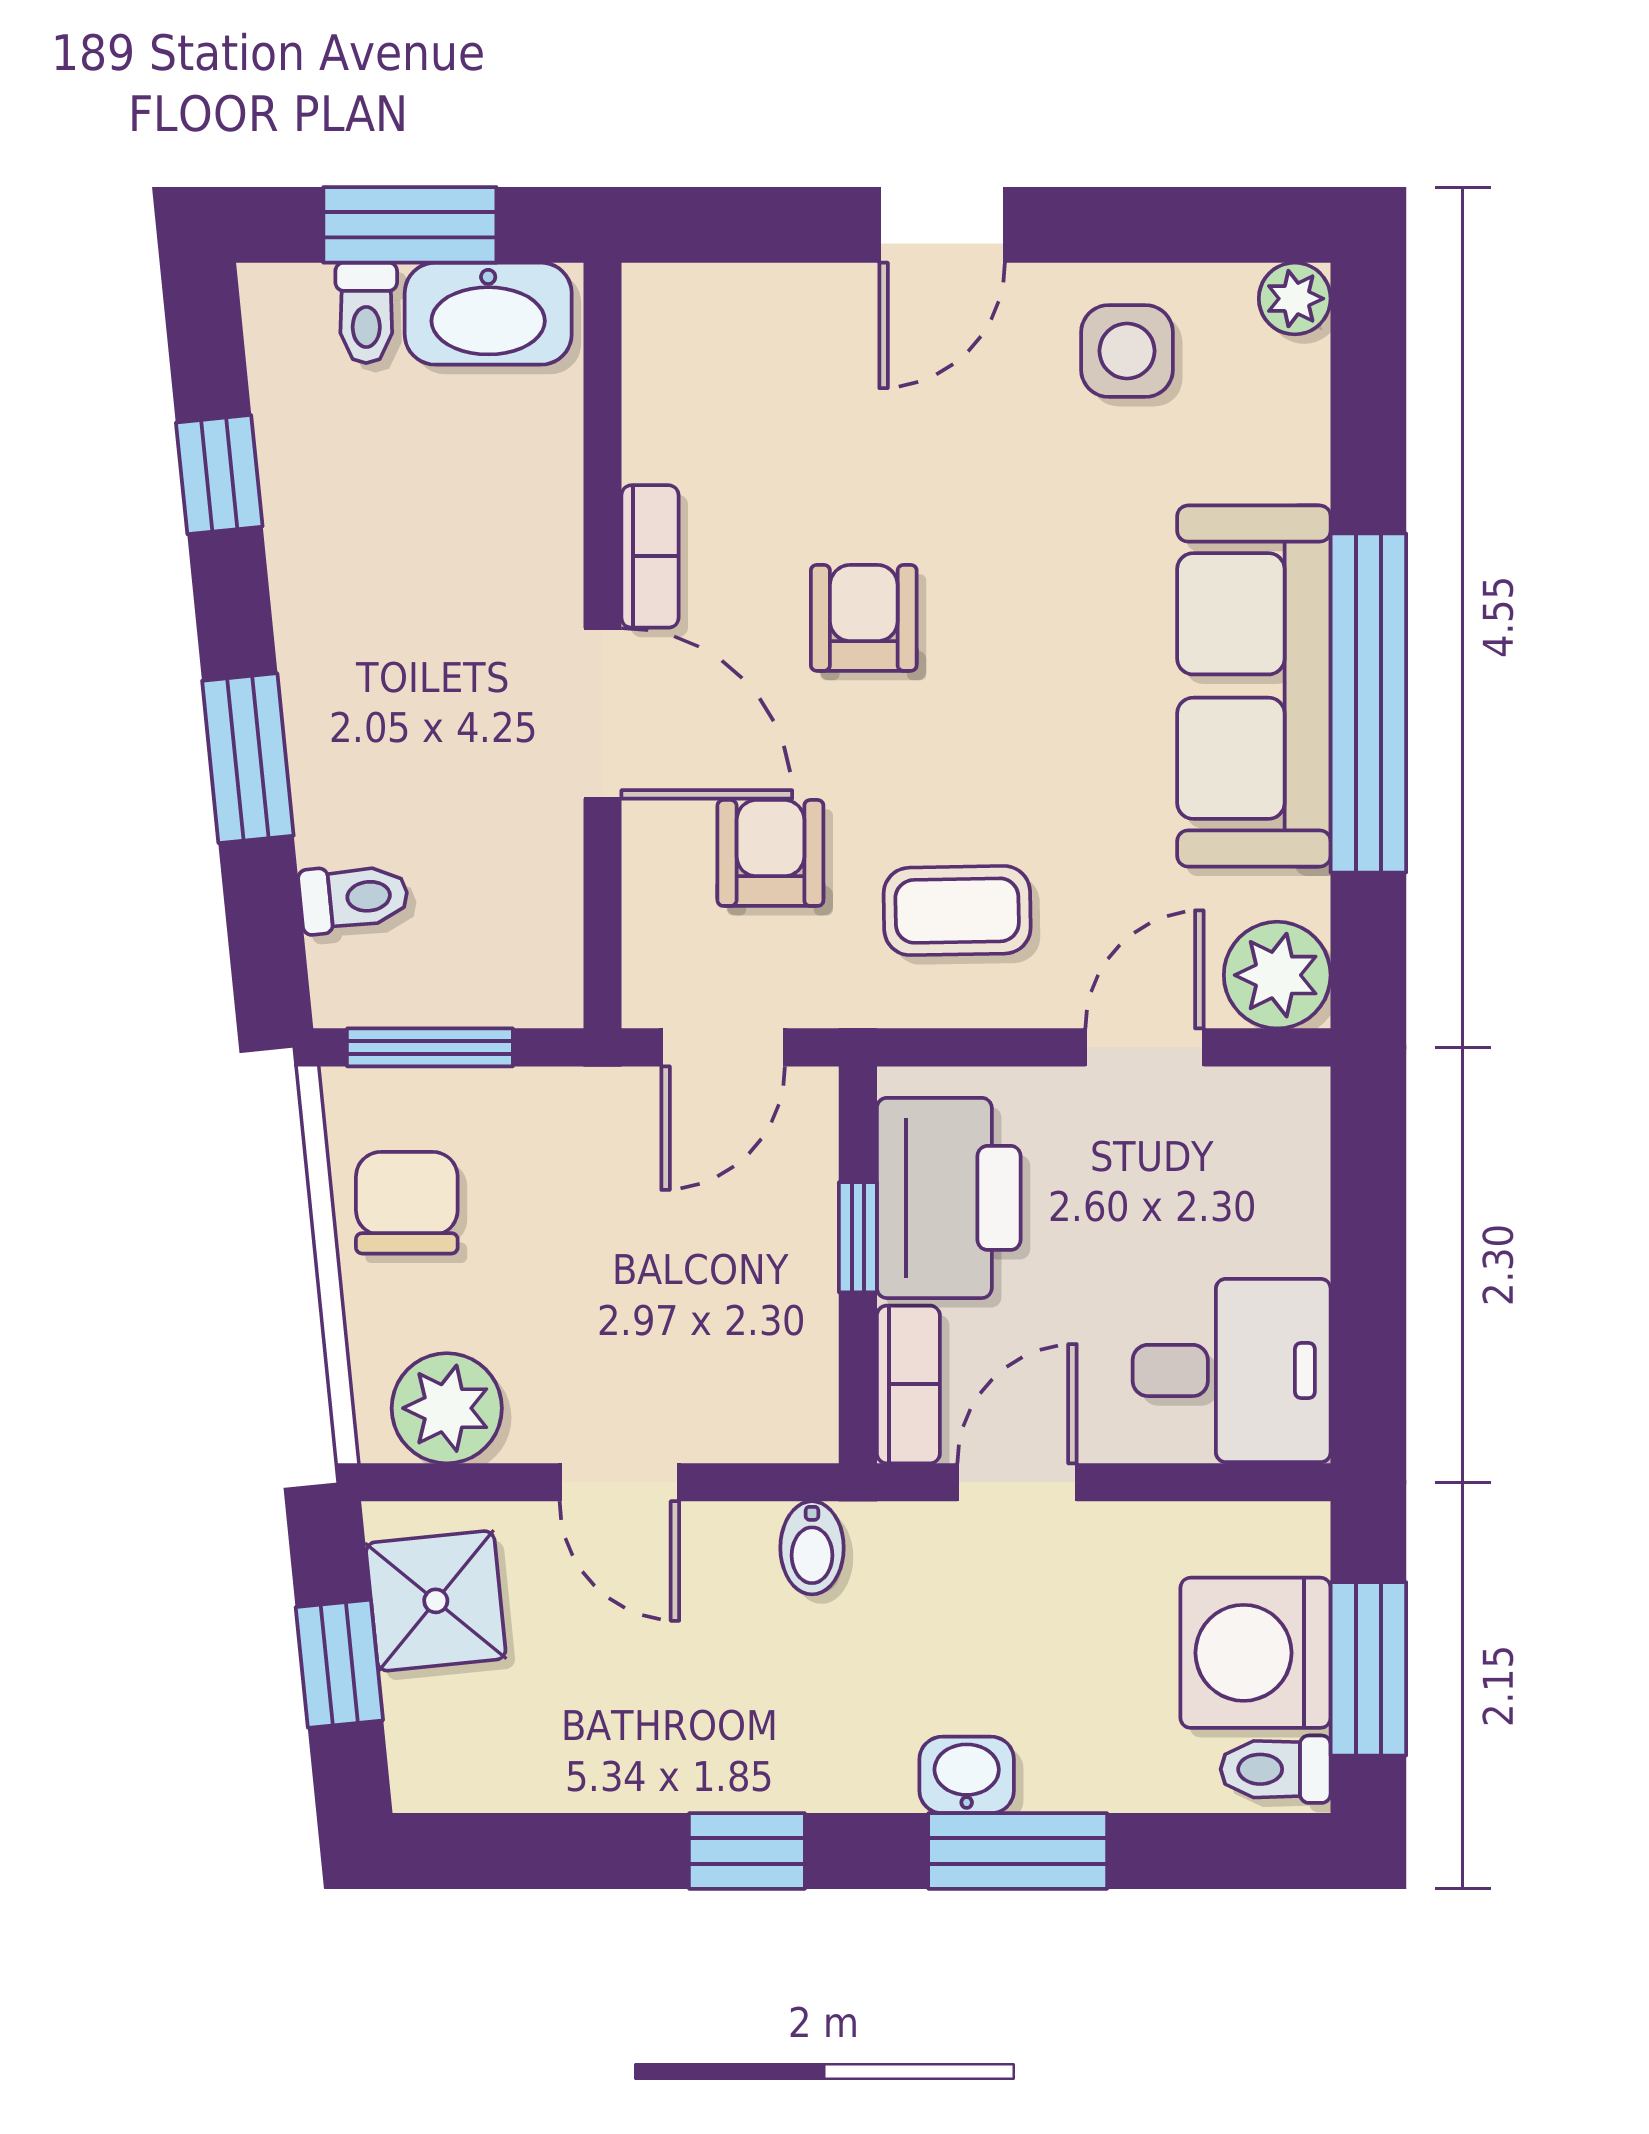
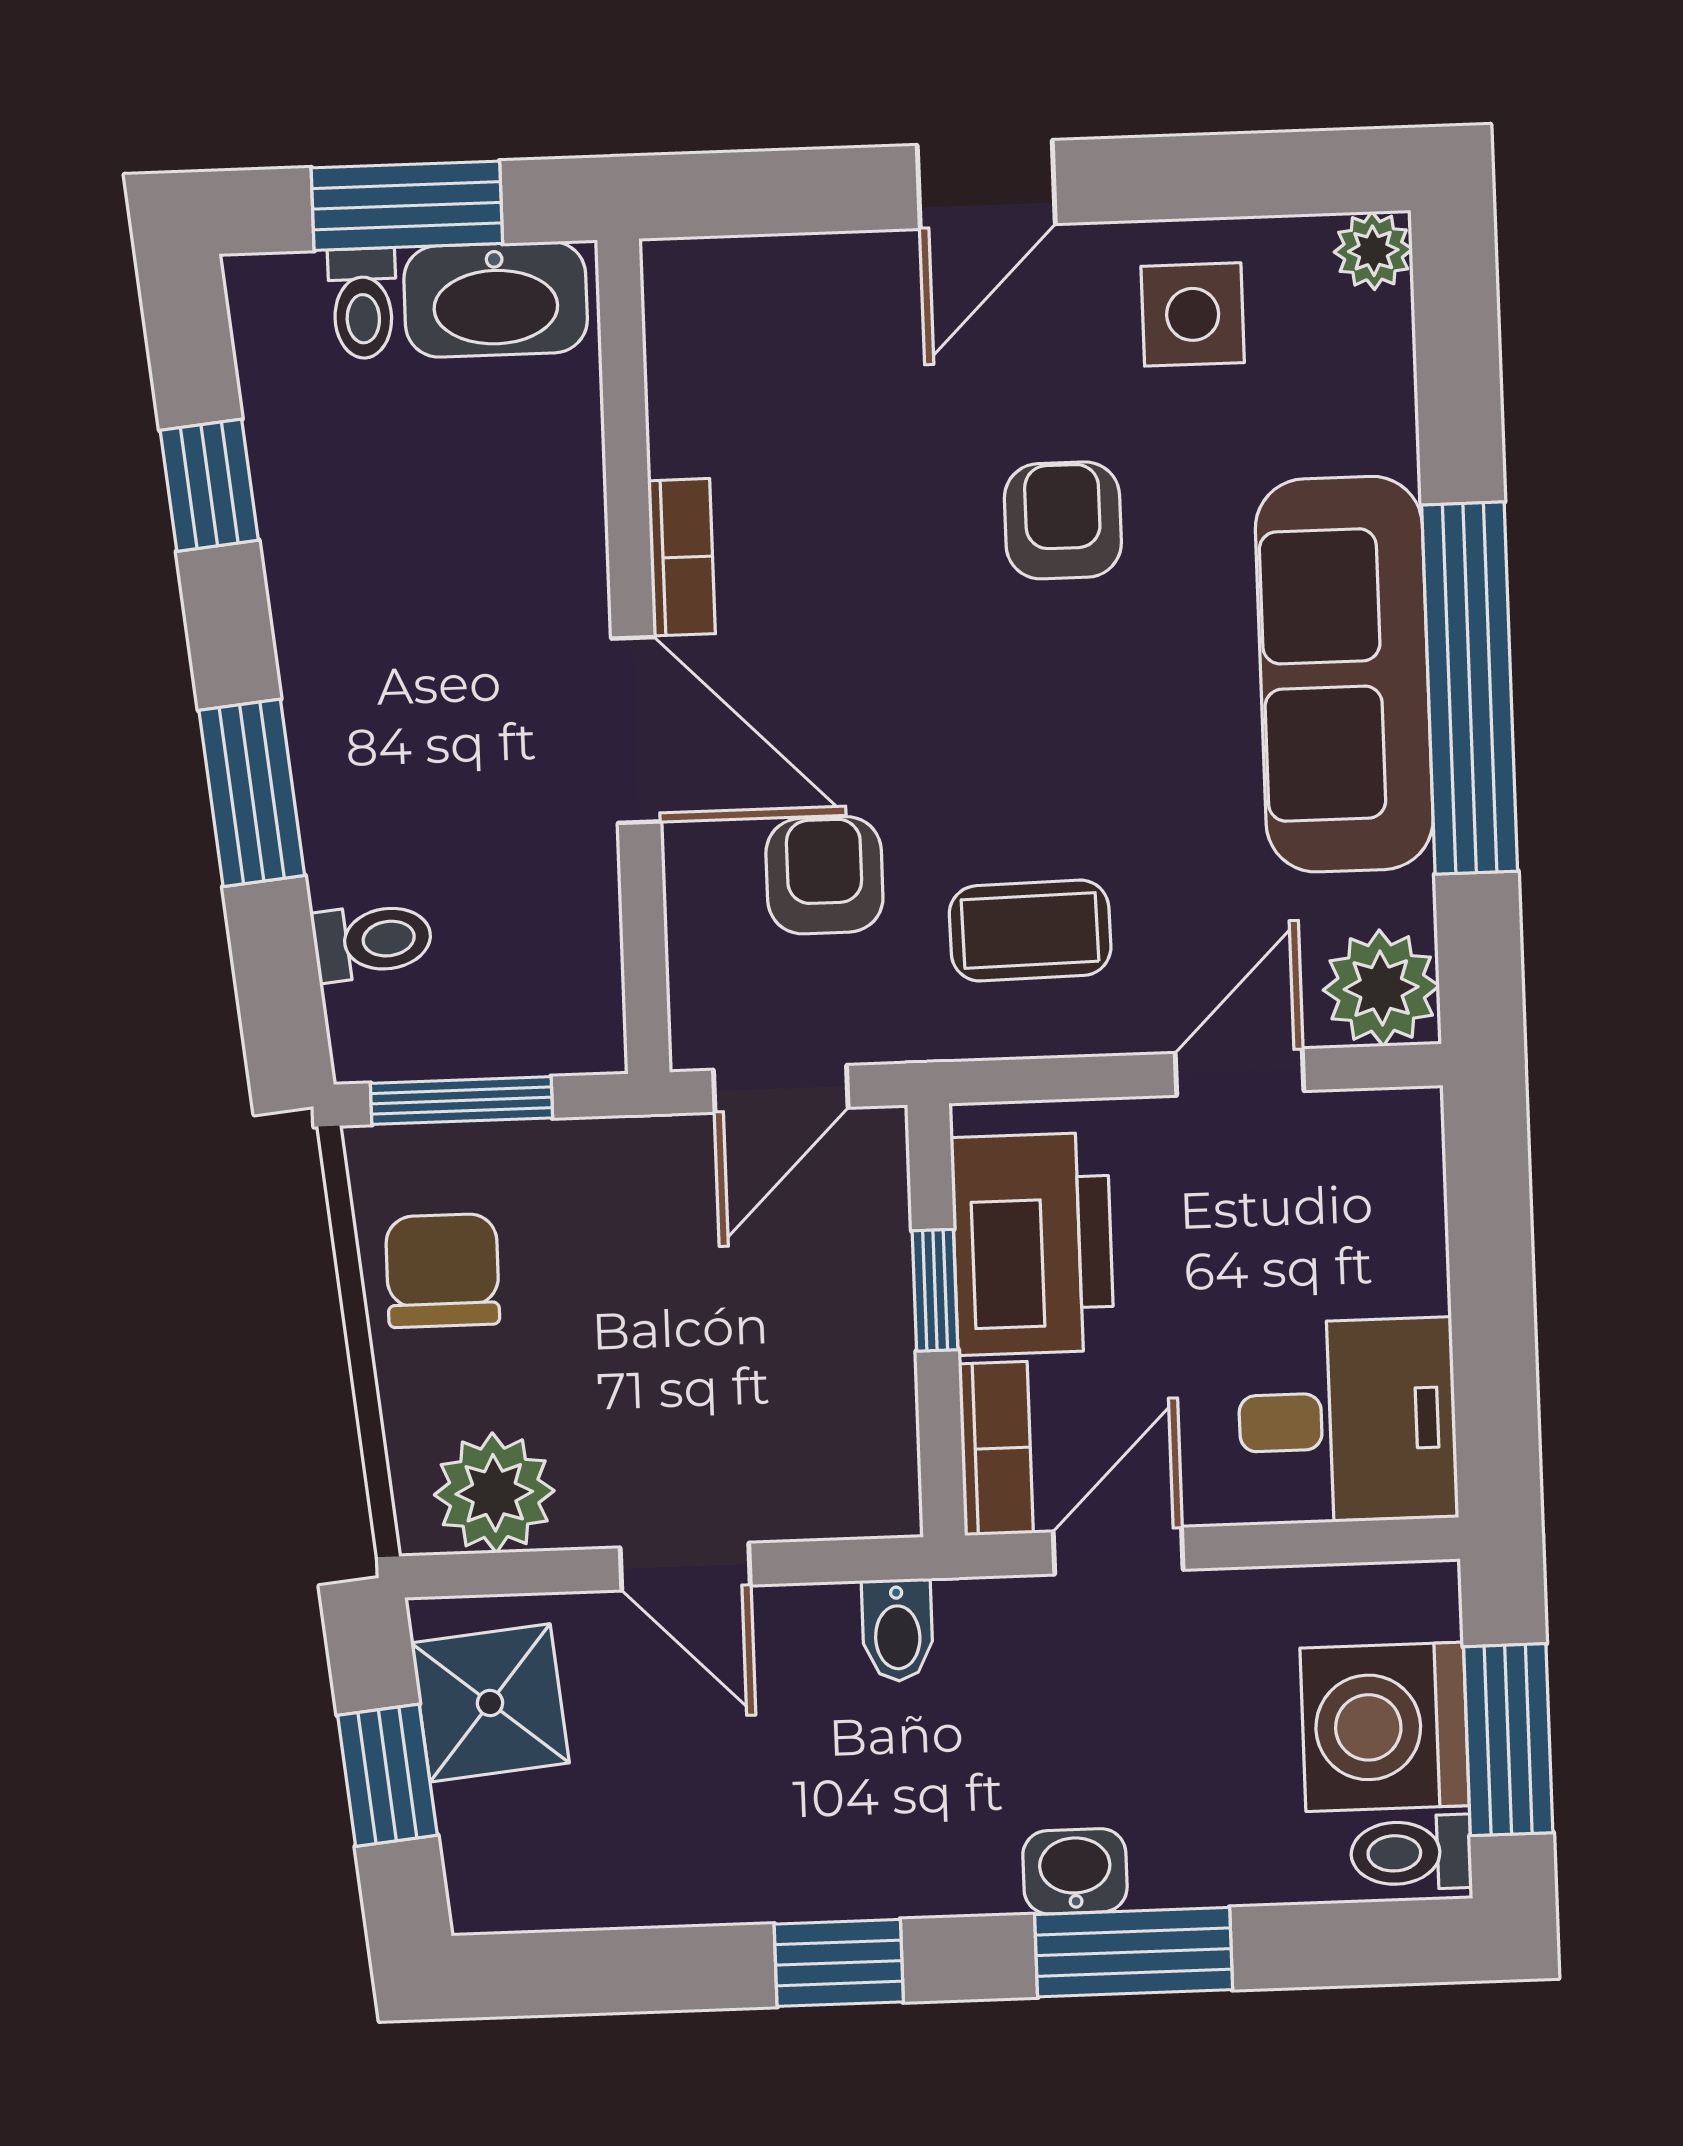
armchair: (864, 618) -> (1063, 520), moved

